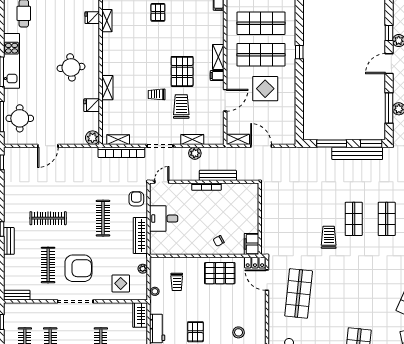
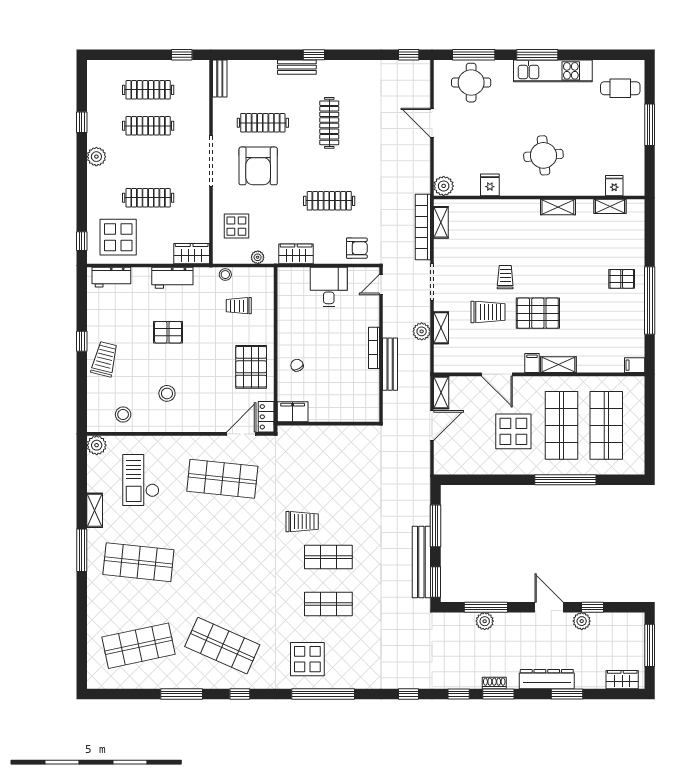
window: (299, 52) -> (565, 480), width x3.17
shelving: (107, 88) -> (558, 207), moved
door: (162, 182) -> (381, 284), swing flipped
wardrobe: (140, 235) -> (296, 254), width x0.67

